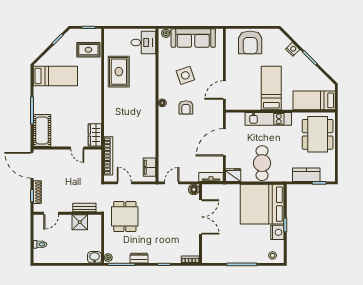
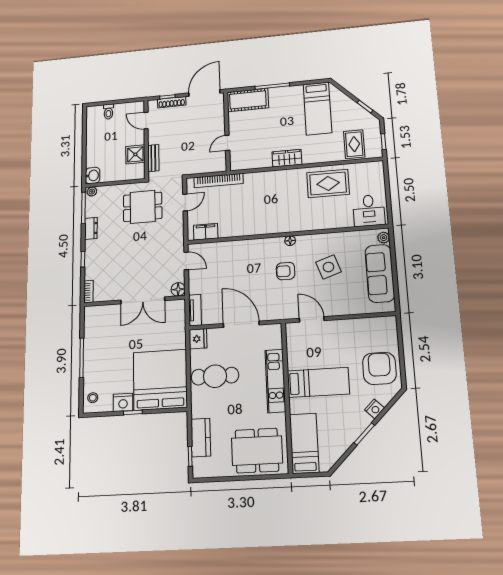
armchair: (250, 42) -> (379, 368), moved, turned 90
wardrobe: (95, 135) -> (287, 158), moved

